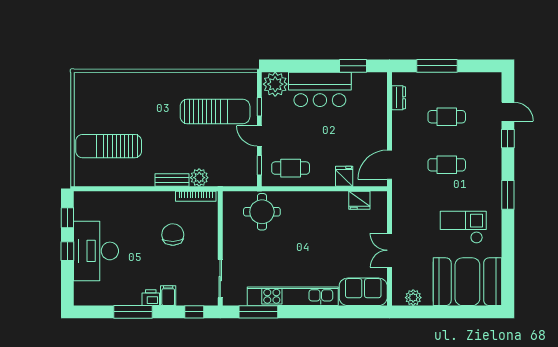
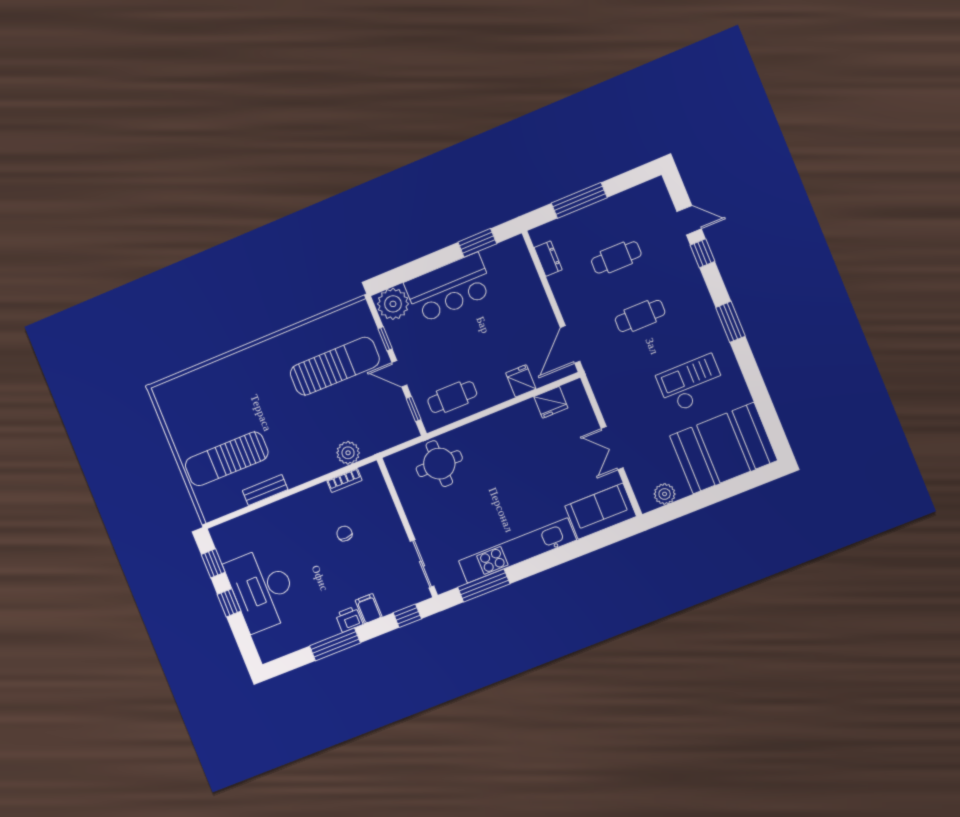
bench: (172, 180) -> (265, 490), moved
bookcase: (196, 196) -> (344, 480), width x0.64
chair: (173, 235) -> (344, 534), width x0.54, depth x0.54

